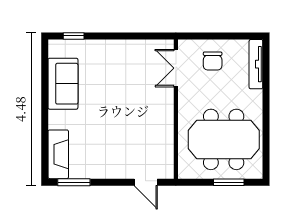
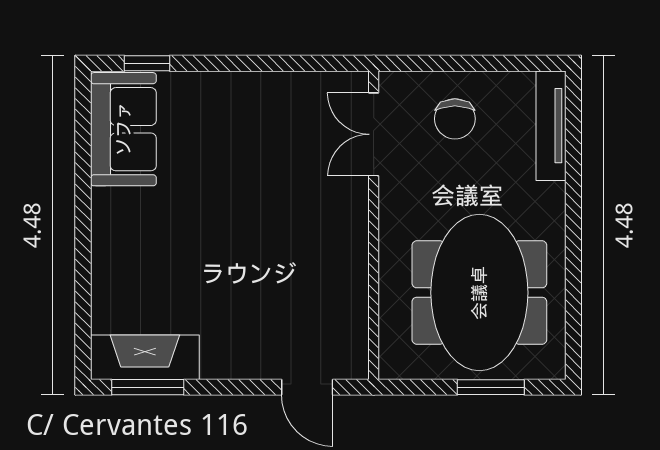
sofa: (63, 84) -> (123, 129), moved
meeting table: (224, 139) -> (479, 293), turned 90
fireplace: (58, 154) -> (145, 357), moved, turned -90

